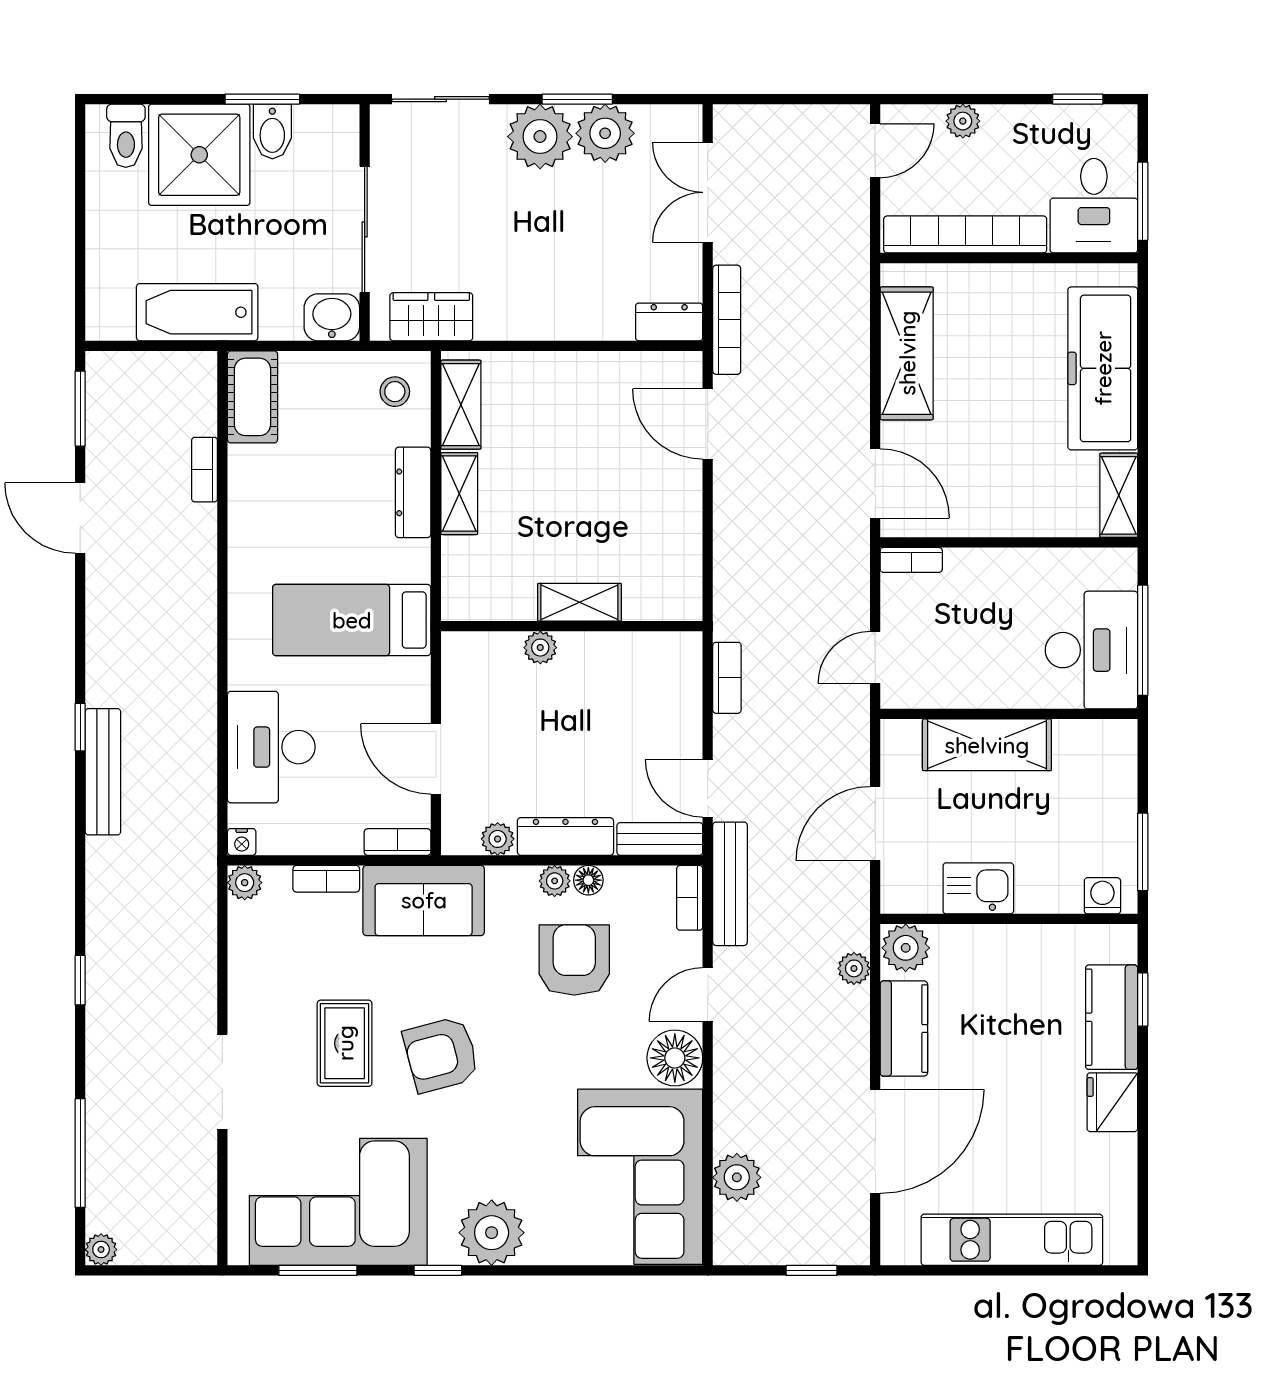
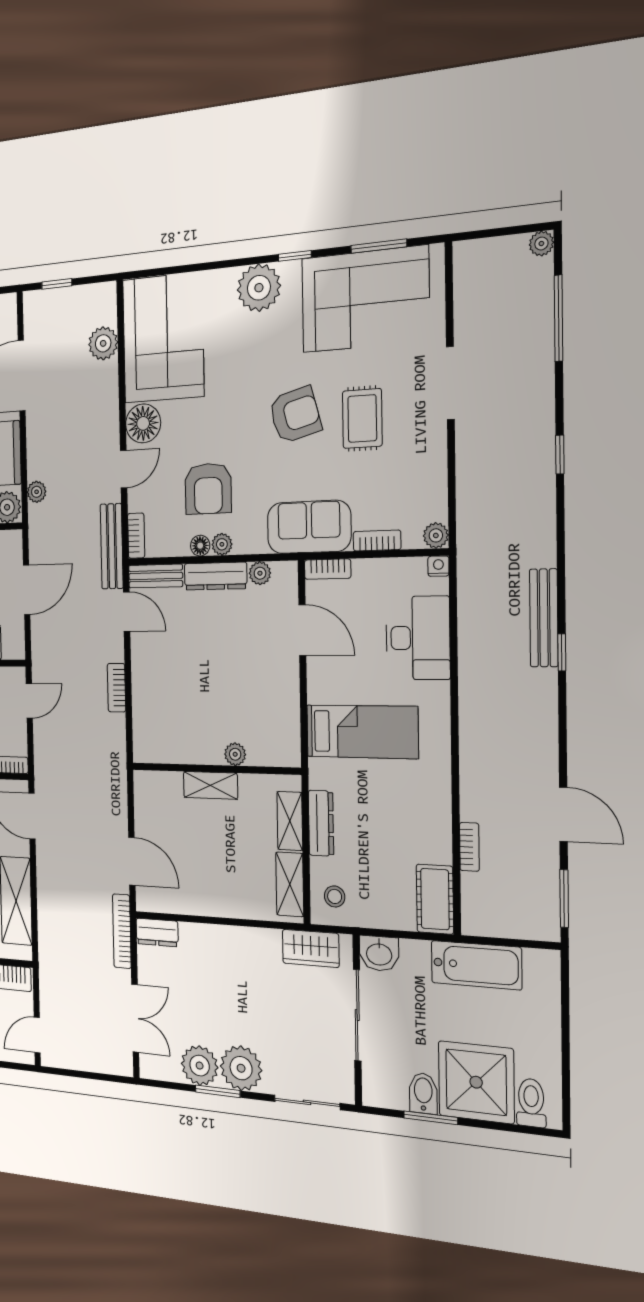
shelving: (579, 602) -> (210, 785), moved
wall: (572, 626) -> (215, 769), moved
plant: (540, 648) -> (235, 754), moved

